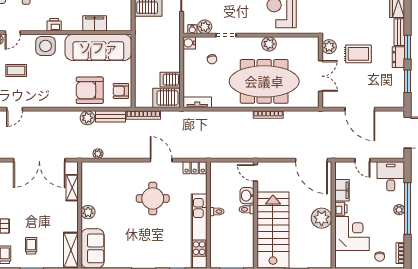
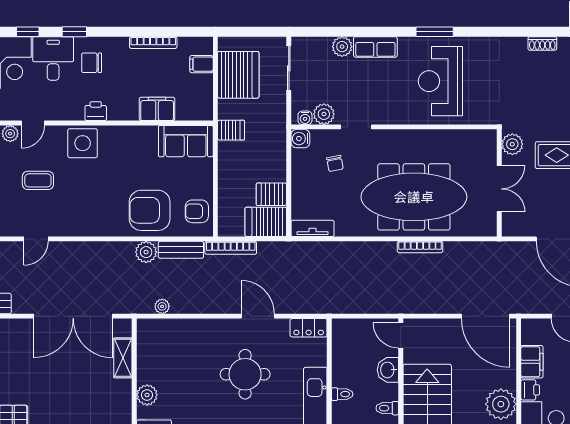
server rack: (143, 37) -> (231, 130), added
plant: (269, 44) -> (421, 140), removed
sofa: (98, 47) -> (186, 141), width x0.54, depth x0.79
toilet: (247, 209) -> (387, 408), moved

